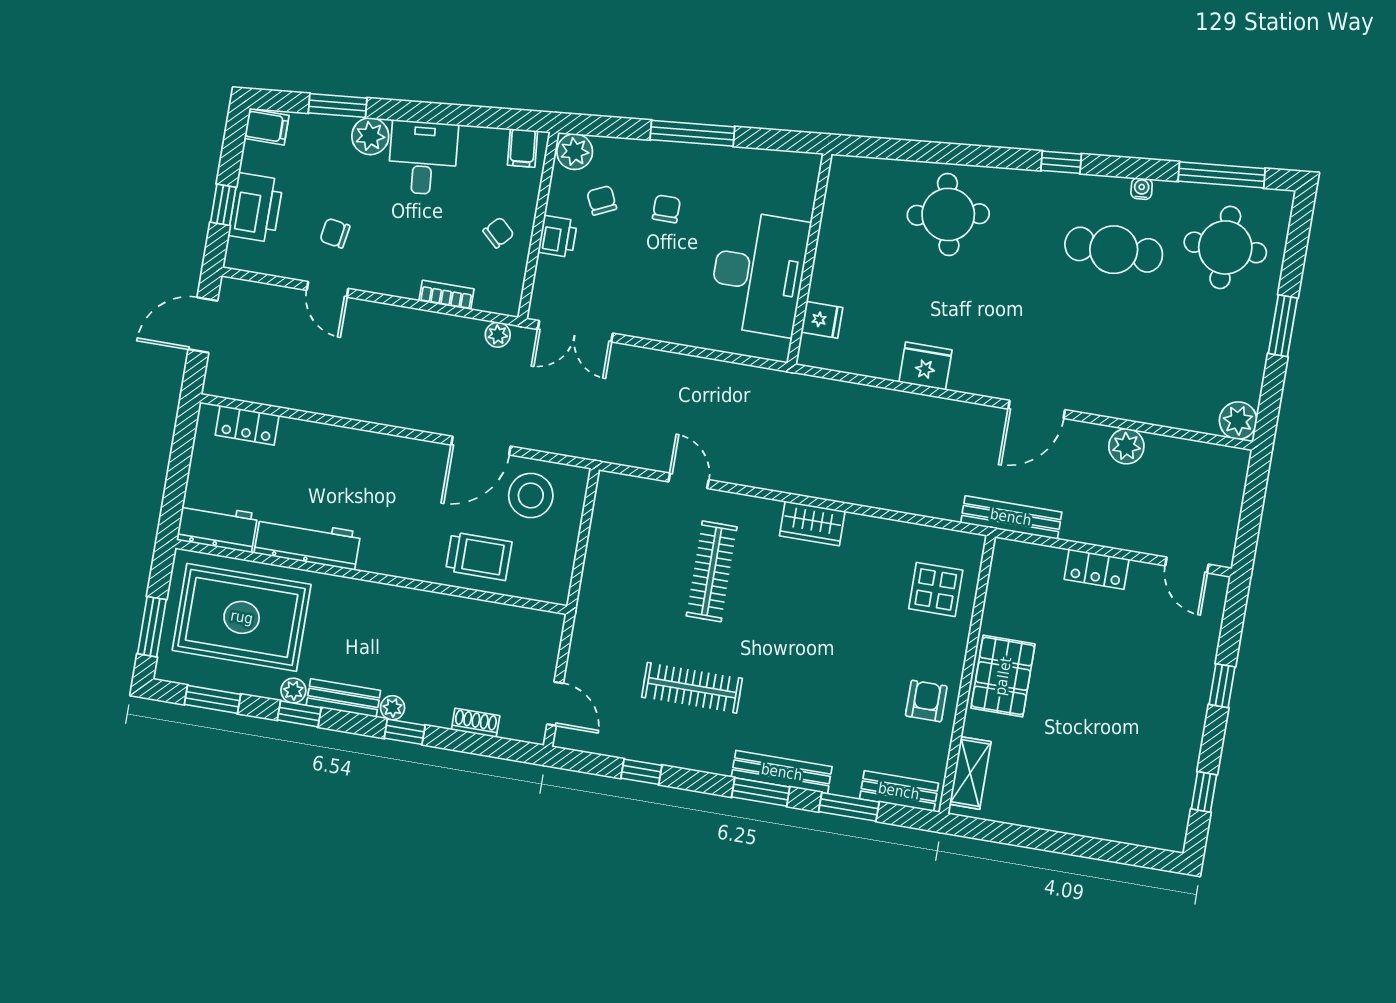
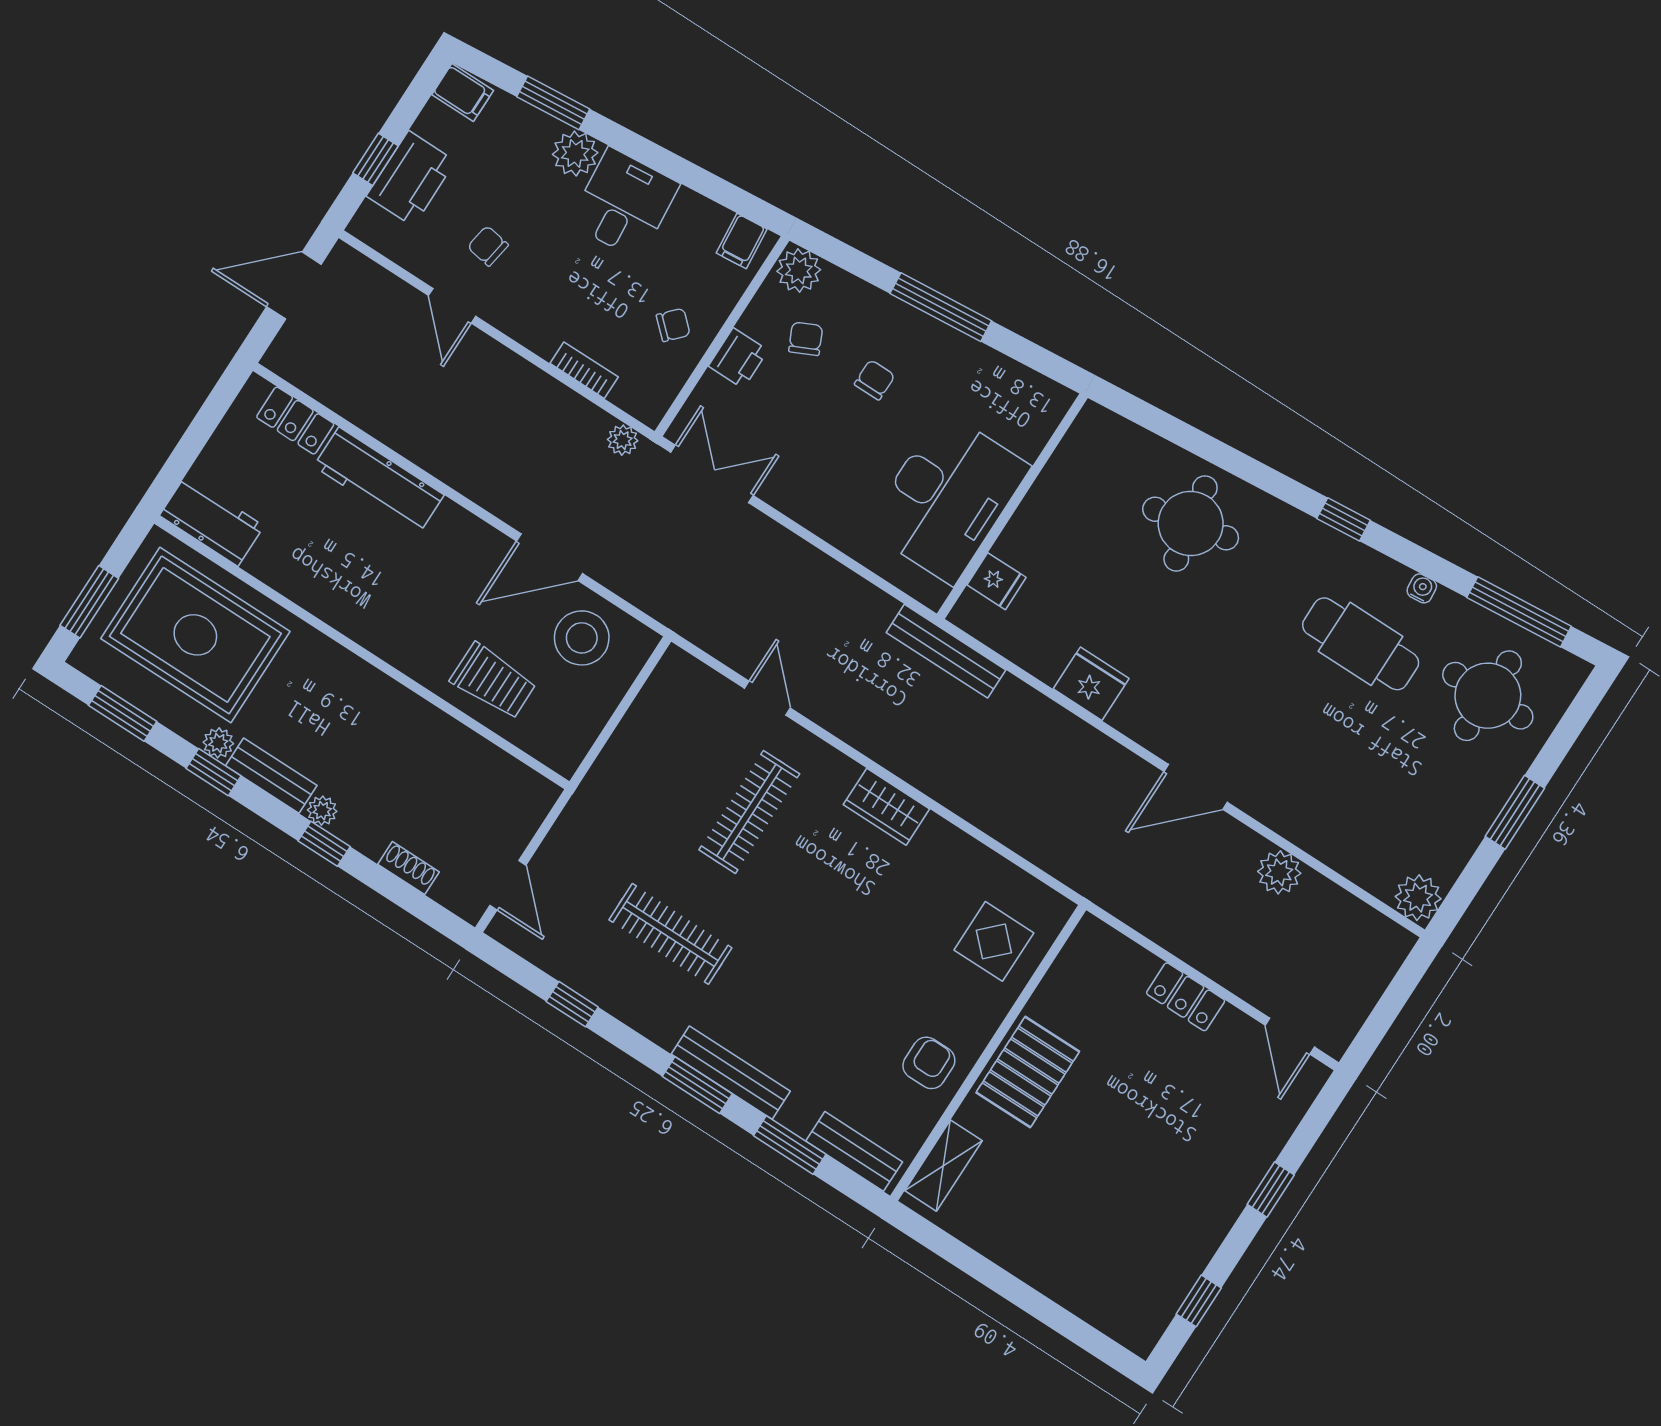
double door: (575, 331) -> (712, 474), swing flipped
bench: (1011, 517) -> (946, 651), moved
workbench: (307, 543) -> (379, 481), moved, turned 180

